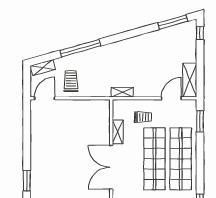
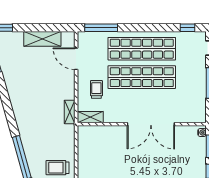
shelving: (190, 80) -> (42, 39), moved
window: (200, 121) -> (101, 28), width x1.44
shelving: (118, 132) -> (90, 117), moved

